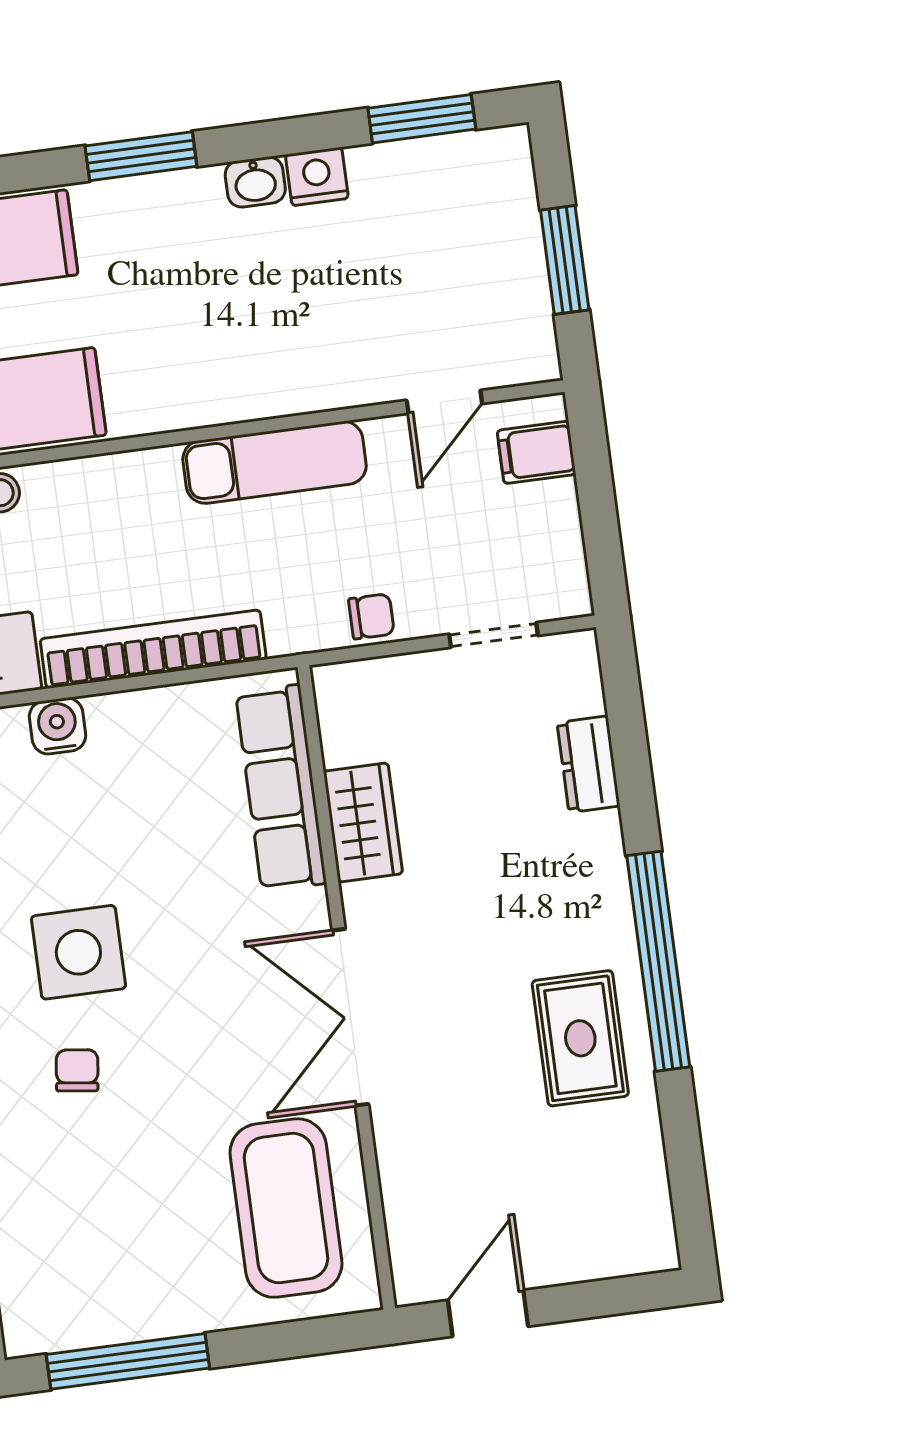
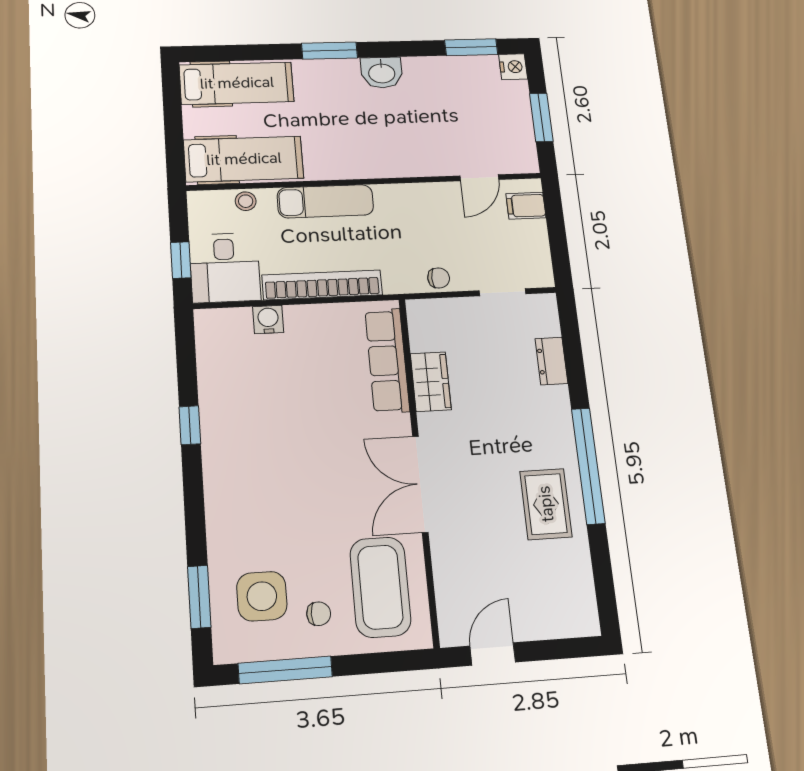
nightstand: (317, 176) -> (513, 67), moved, turned 90
washbasin: (255, 182) -> (382, 73), width x1.38, depth x1.45
exam couch: (275, 462) -> (325, 201), moved
side table: (78, 952) -> (262, 596), moved
chair: (77, 1070) -> (319, 614), moved, turned 83

